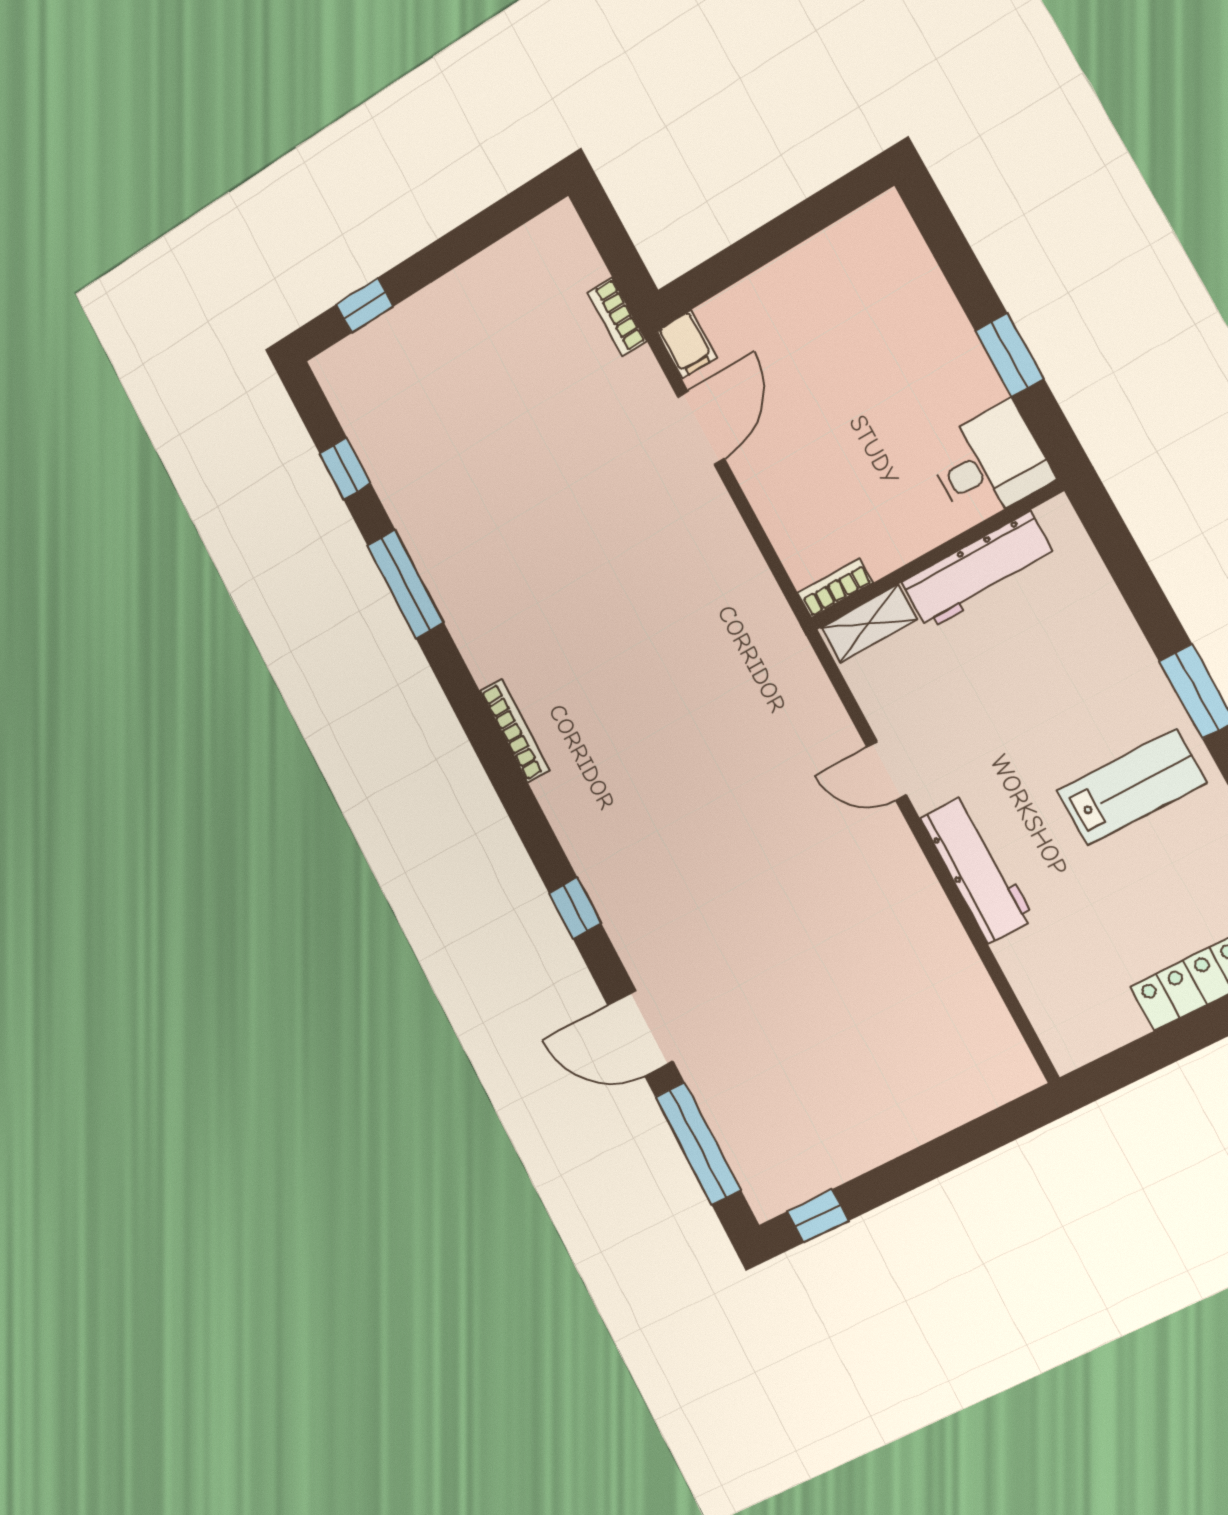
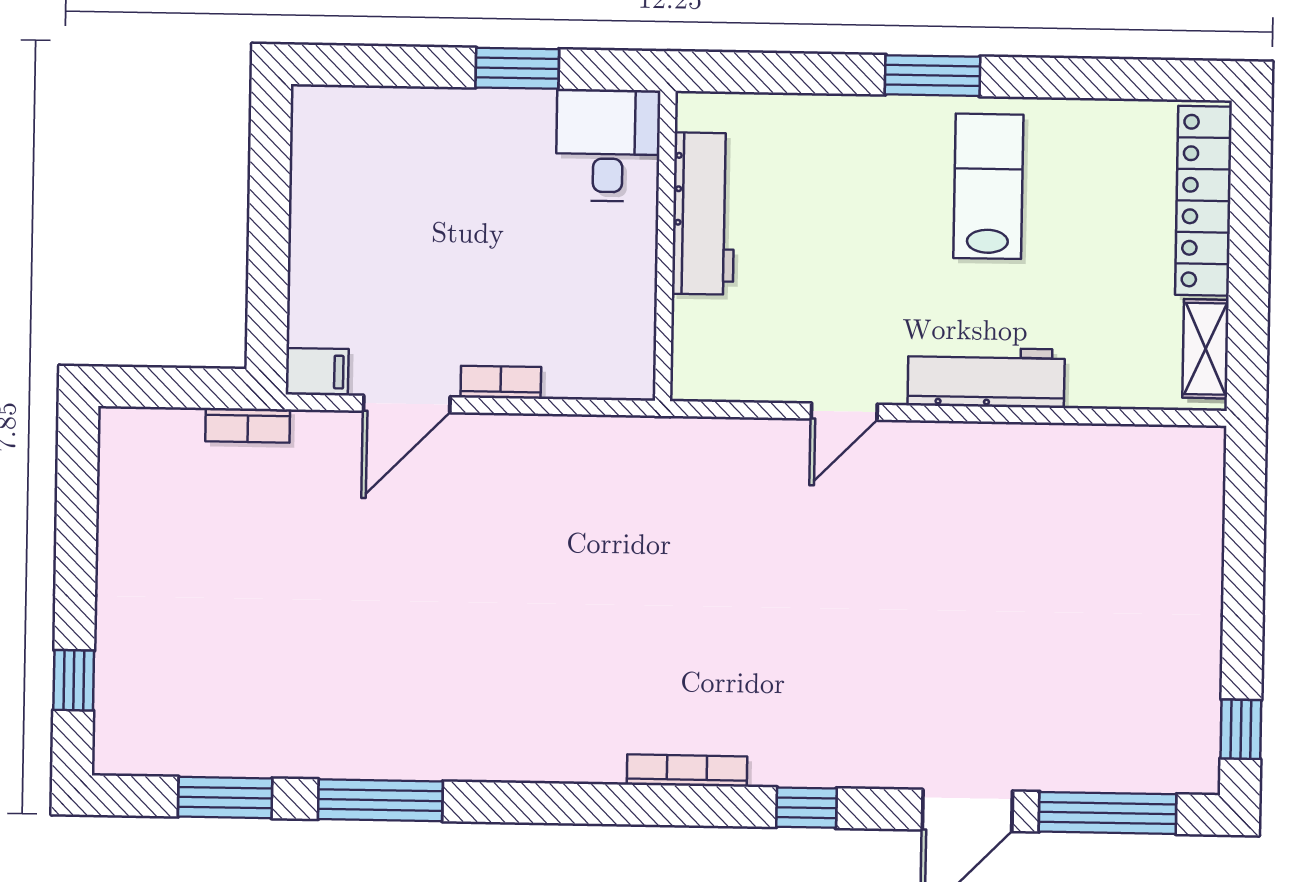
door: (701, 428) -> (407, 404), swing flipped
window: (345, 468) -> (225, 798), width x1.50
bookcase: (835, 588) -> (501, 382), moved, turned 90
shelving: (869, 624) -> (1206, 349), moved
bookcase: (515, 731) -> (687, 771), moved

